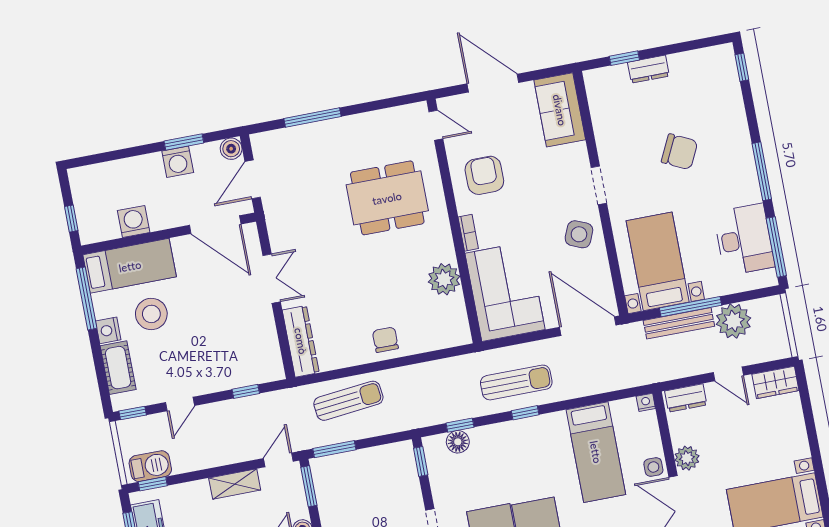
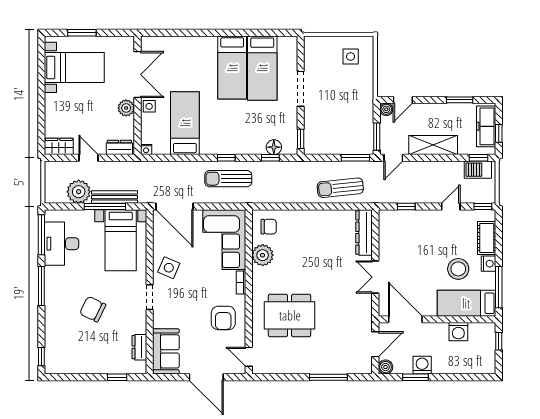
dresser: (648, 69) -> (139, 347), moved, turned -90
chair: (385, 340) -> (269, 227), moved, turned -90
shelving: (235, 484) -> (433, 145), width x1.50, depth x1.33

